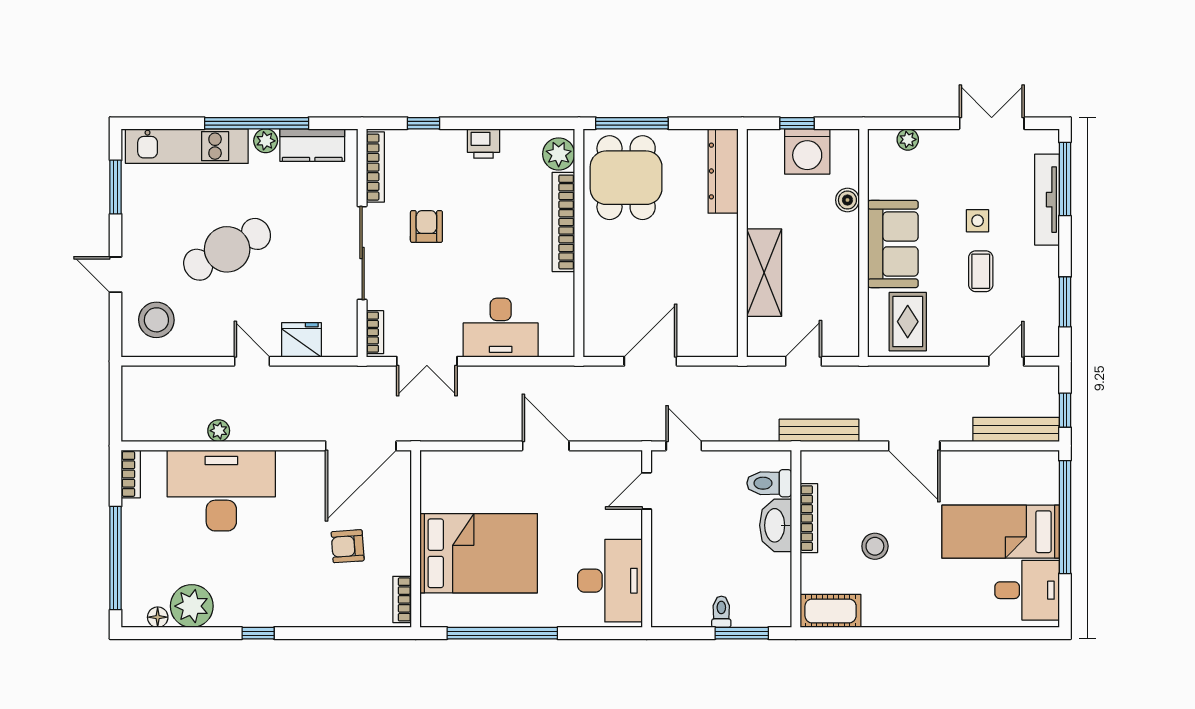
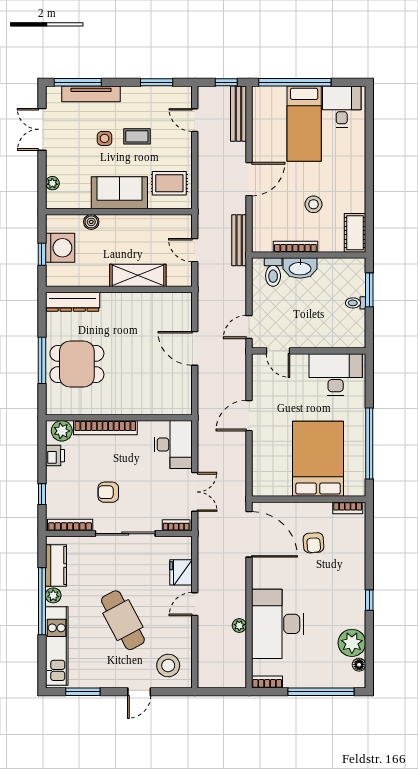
plant: (559, 154) -> (62, 431), moved
bookcase: (563, 222) -> (105, 428), moved
wall: (579, 243) -> (119, 418), moved

